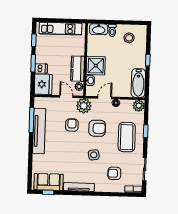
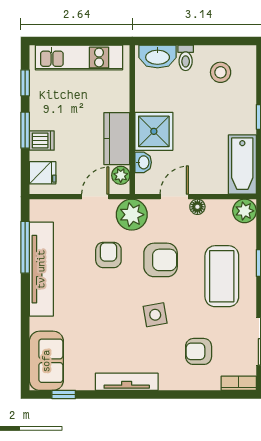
fridge: (43, 84) -> (43, 173), width x0.53, depth x0.75
door: (66, 97) -> (95, 197), hinge flipped
sofa: (49, 182) -> (46, 361), moved, turned 90

